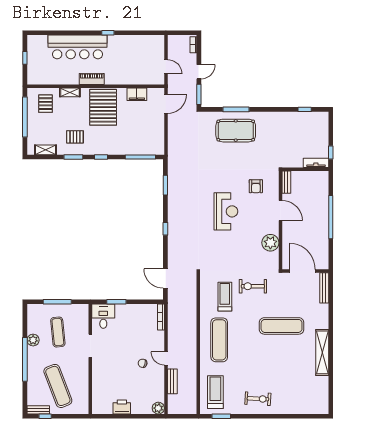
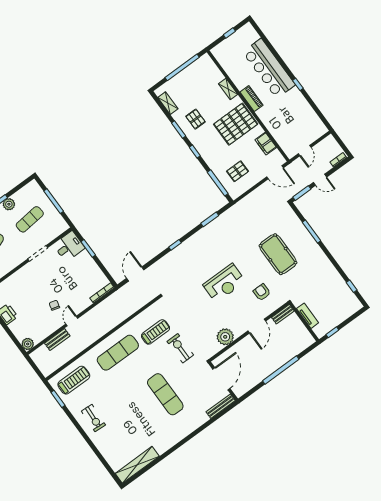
pallet: (45, 104) -> (237, 171), moved
pool table: (236, 131) -> (278, 254), moved
tv unit: (316, 163) -> (308, 316), moved
armchair: (256, 186) -> (262, 292), turned 90
shelving: (322, 352) -> (137, 465), moved

